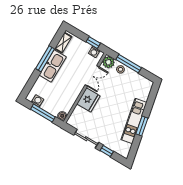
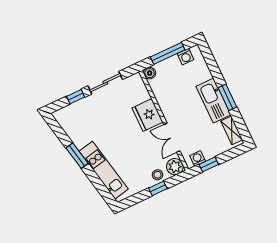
window: (45, 59) -> (227, 97), width x0.69
window: (129, 64) -> (158, 188), width x0.46
kitchen unit: (134, 121) -> (104, 170), moved

